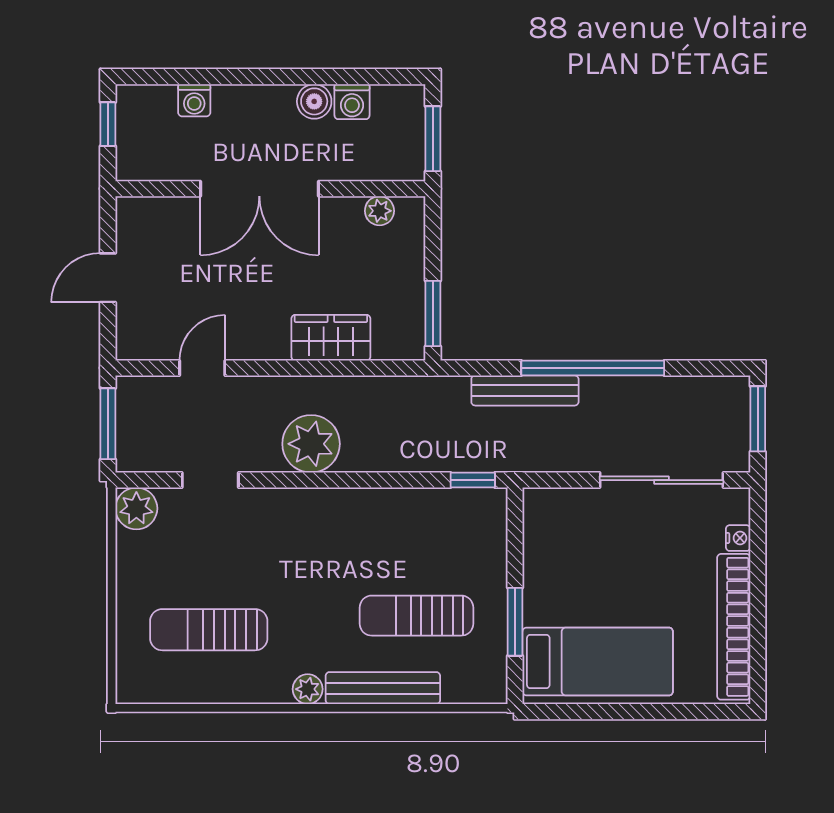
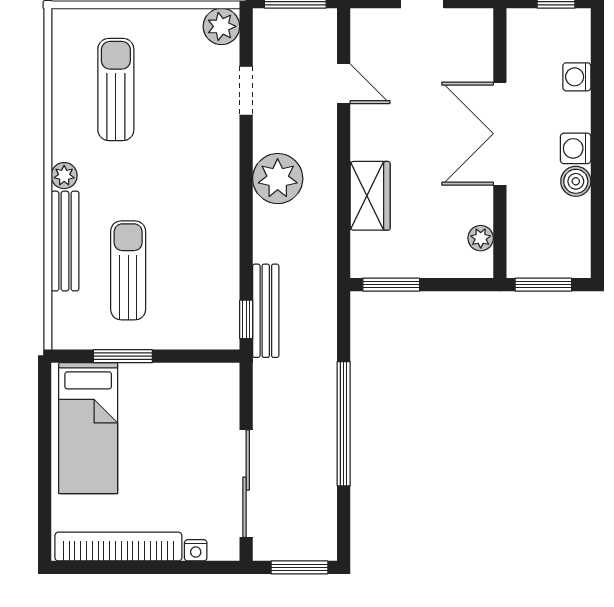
washing machine: (352, 102) -> (576, 148), moved
bench: (525, 390) -> (266, 311), moved

